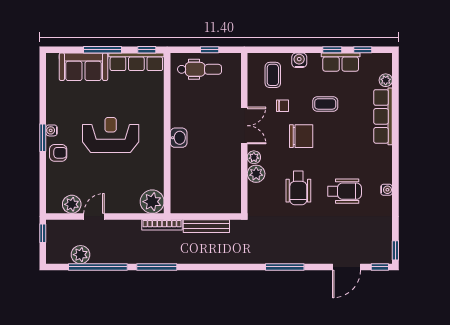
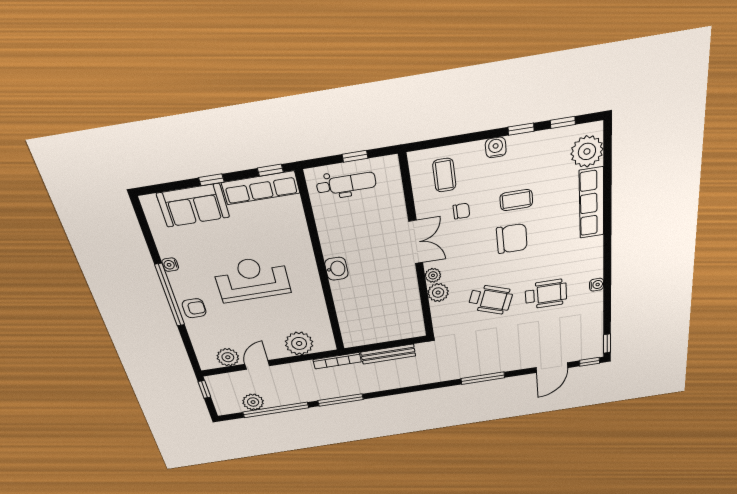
window: (102, 50) -> (211, 180), width x0.46
water cooler: (299, 60) -> (496, 147), moved
row of seats: (341, 62) -> (533, 144), removed
plant: (386, 80) -> (587, 151), width x1.88, depth x1.88
water cooler: (52, 130) -> (170, 265), moved
chair: (301, 136) -> (512, 239), moved
window: (43, 138) -> (170, 295), width x2.11
wheelchair: (298, 188) -> (491, 299), turned -70
plant: (152, 202) -> (299, 343), moved

